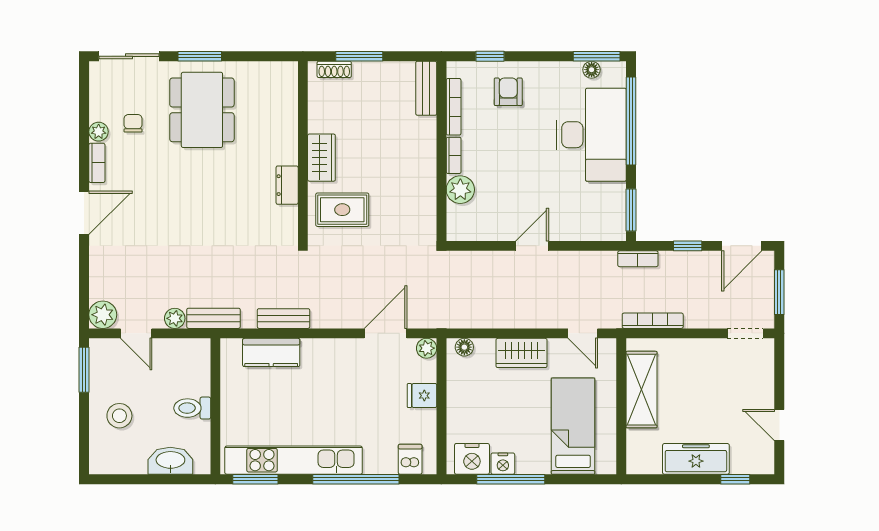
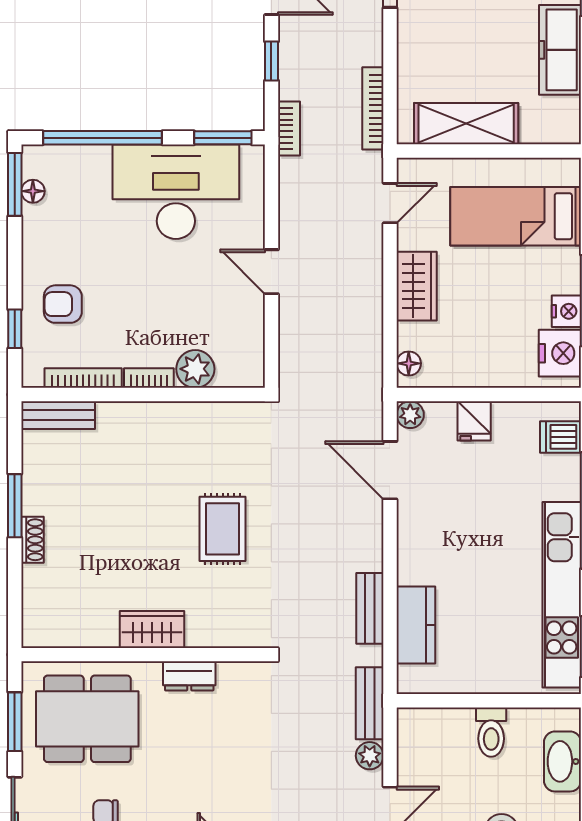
desk: (591, 135) -> (176, 192), moved
wall: (303, 151) -> (143, 655), moved
wardrobe: (321, 158) -> (152, 629), moved
dresser: (287, 185) -> (189, 676), moved

